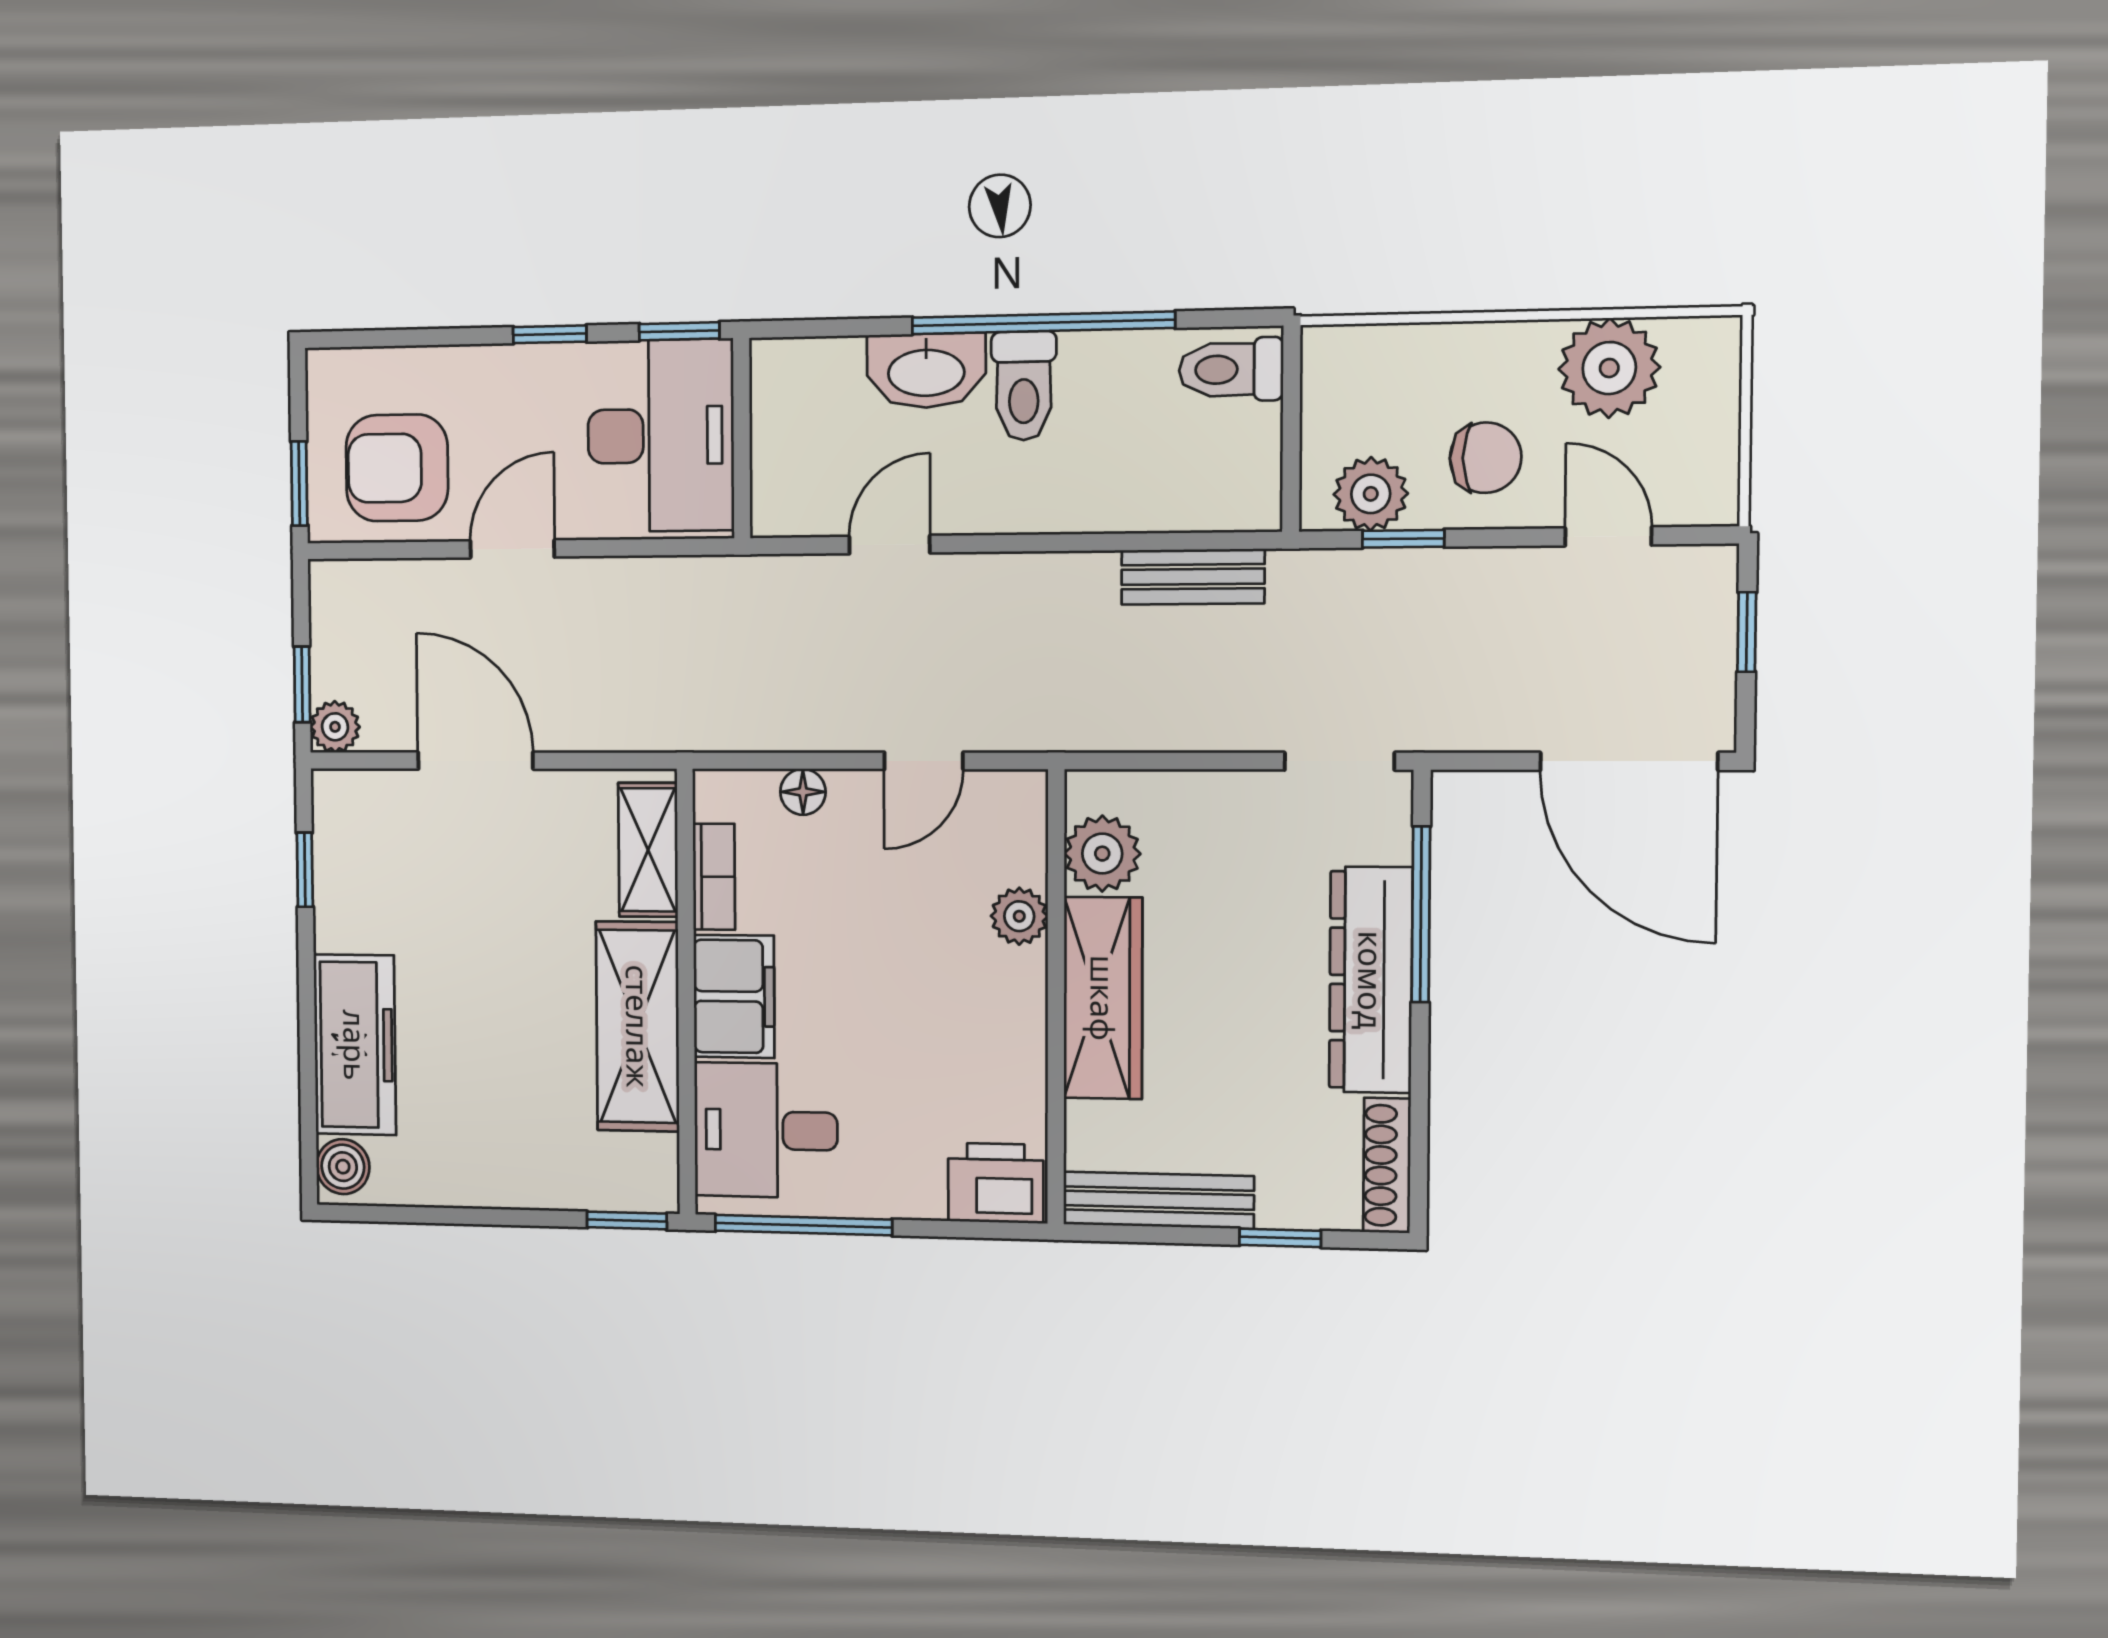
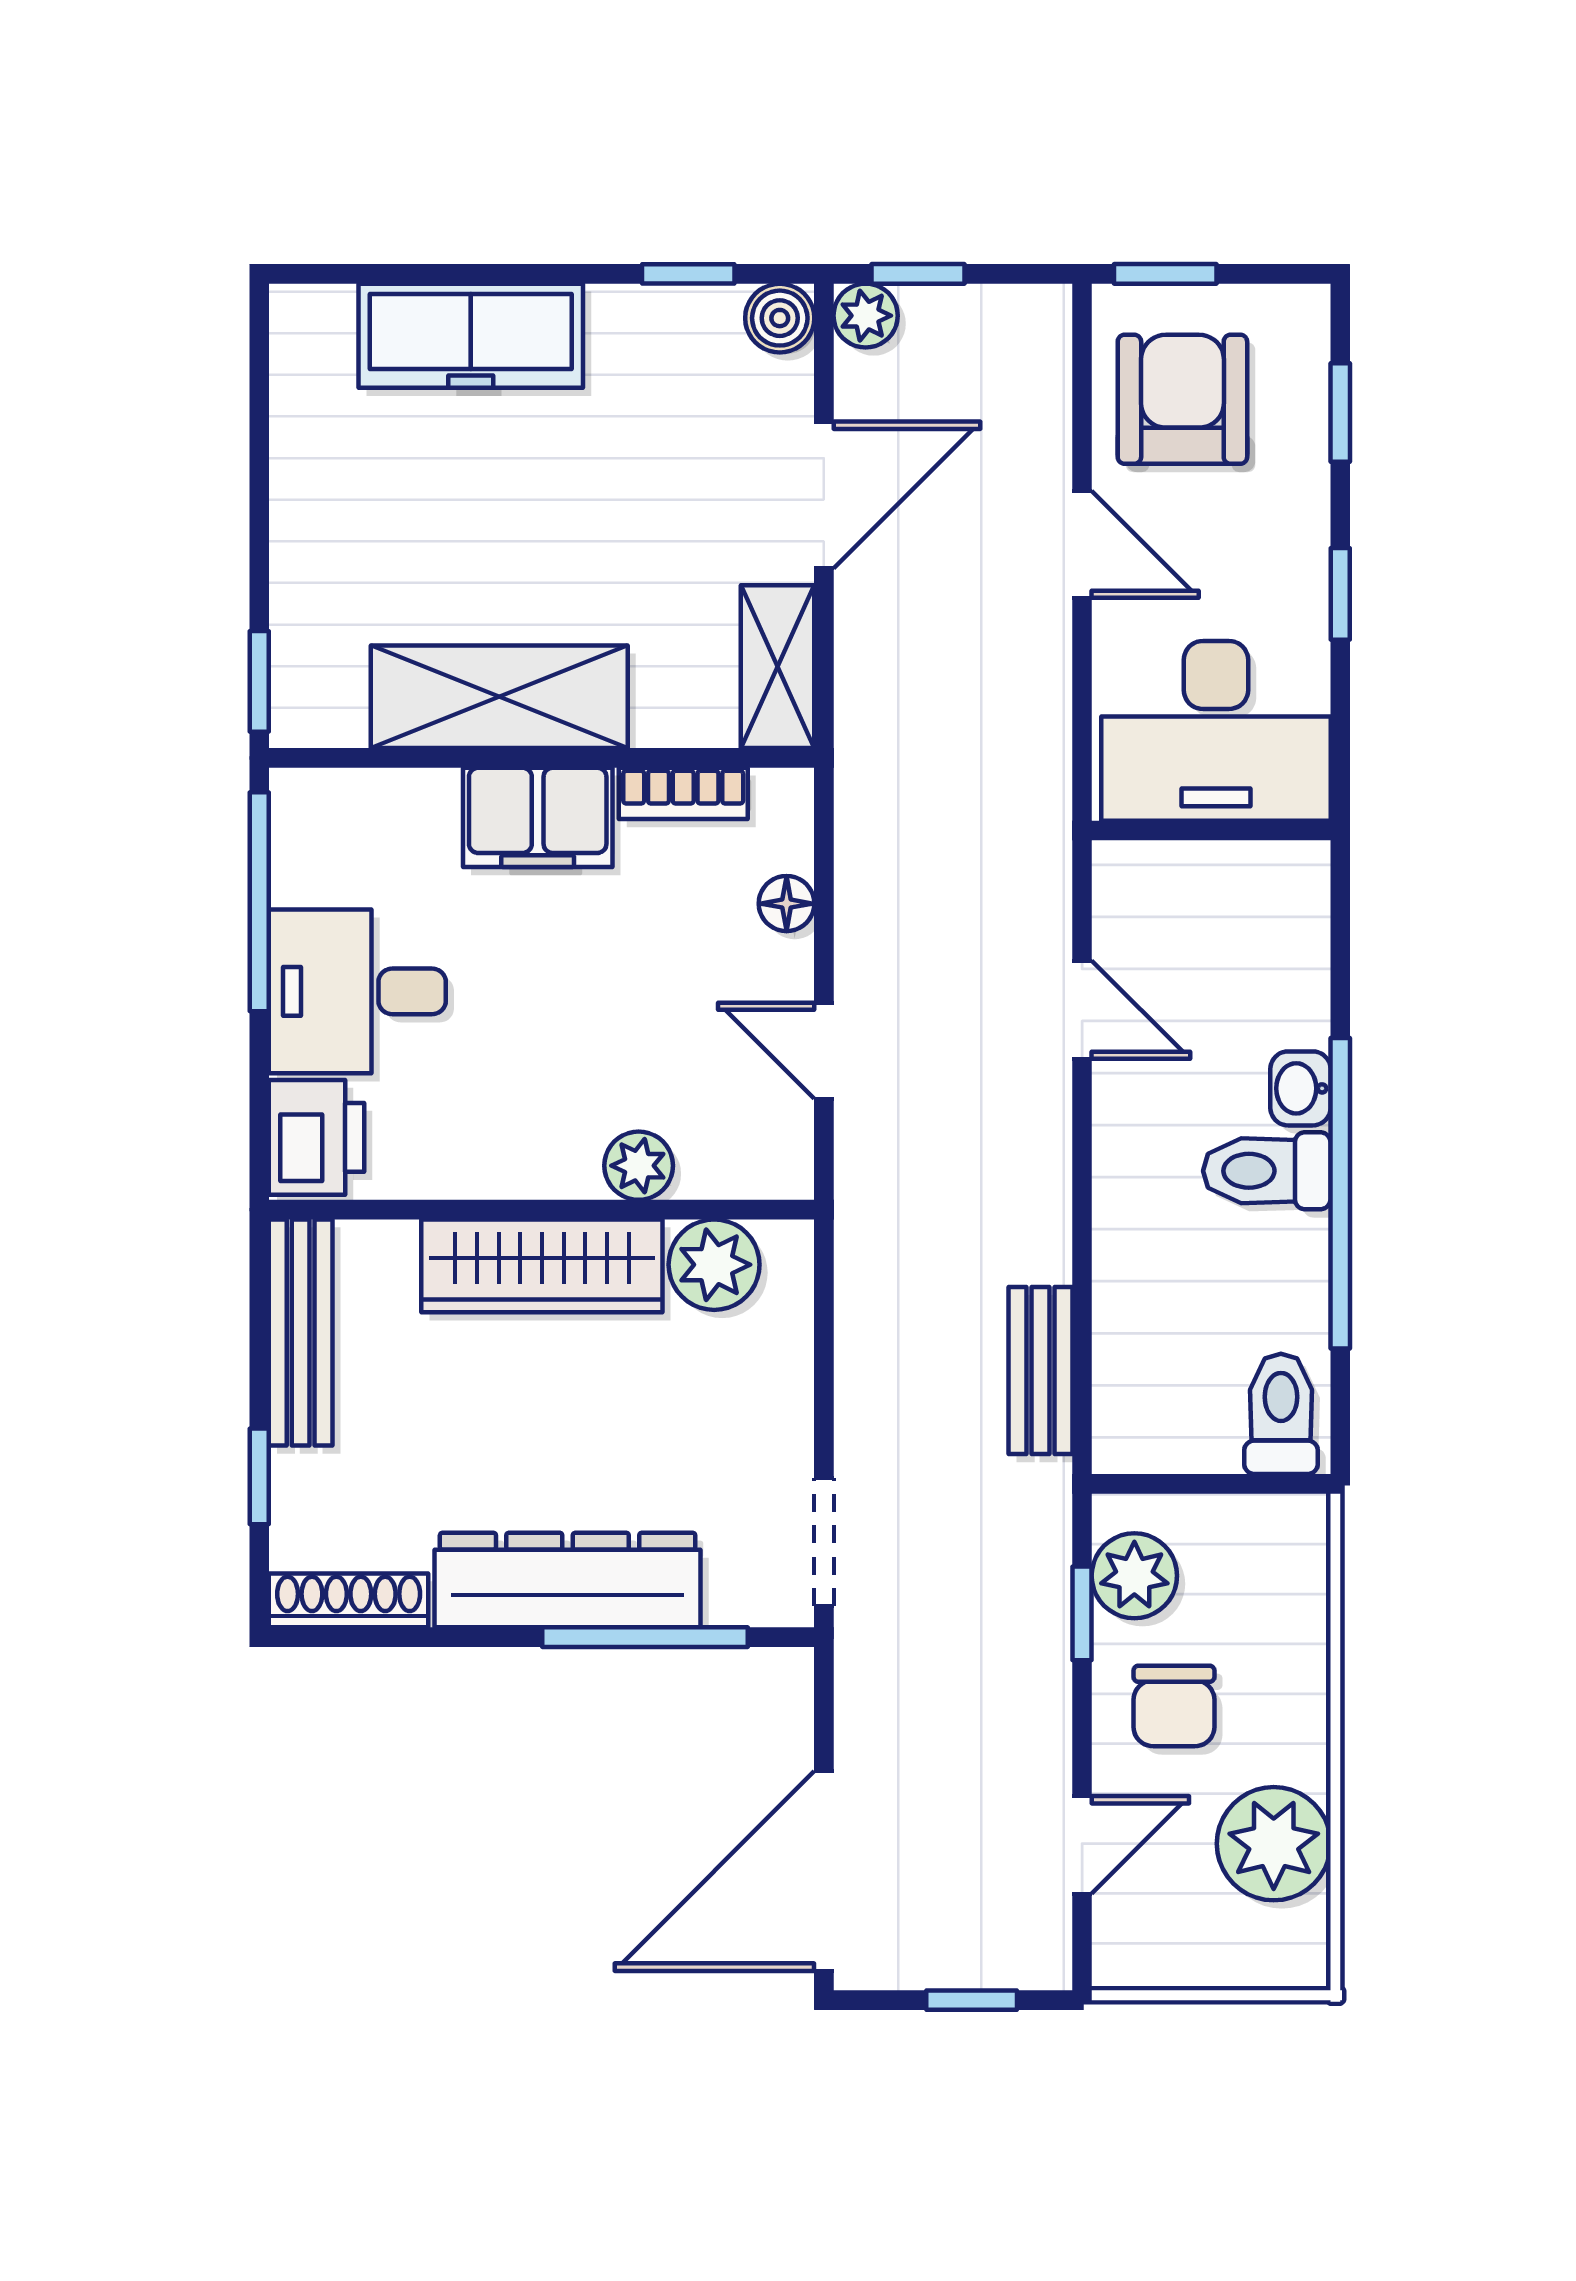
window: (679, 331) -> (1340, 413), moved
washbasin: (926, 371) -> (1300, 1088), width x0.52, depth x0.69
shelving: (648, 850) -> (778, 667), moved, turned 90
desk: (766, 1130) -> (357, 991), moved, turned -90
boiler: (343, 1167) -> (780, 318), moved

